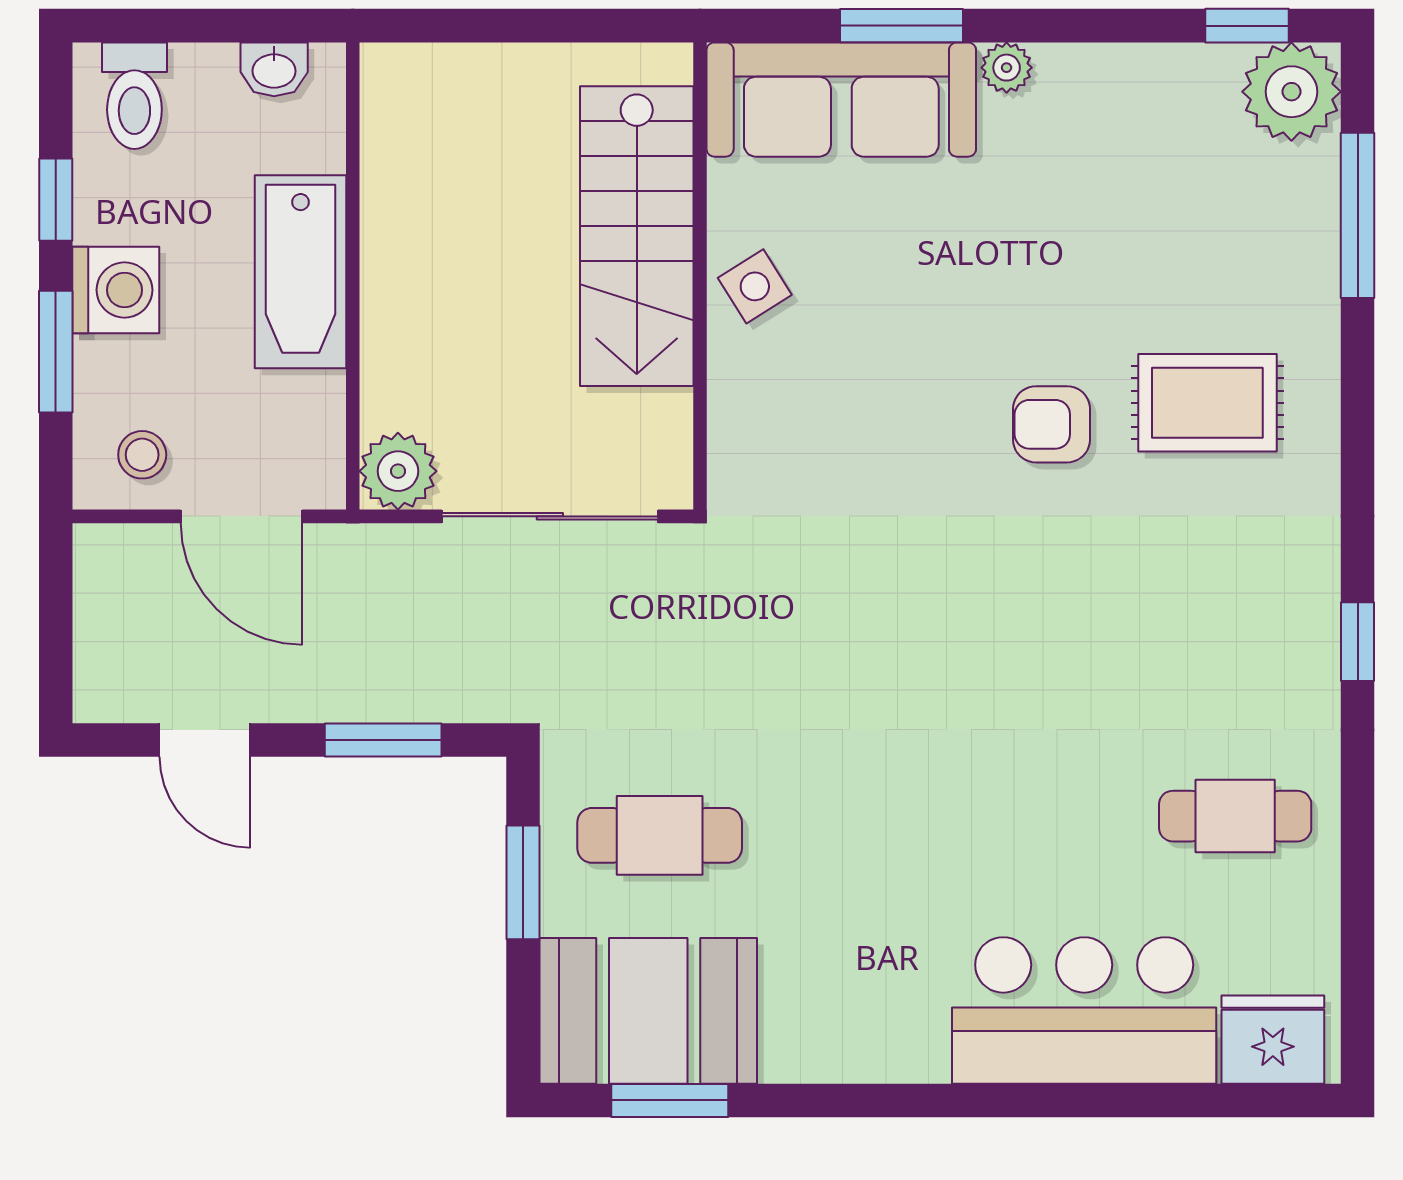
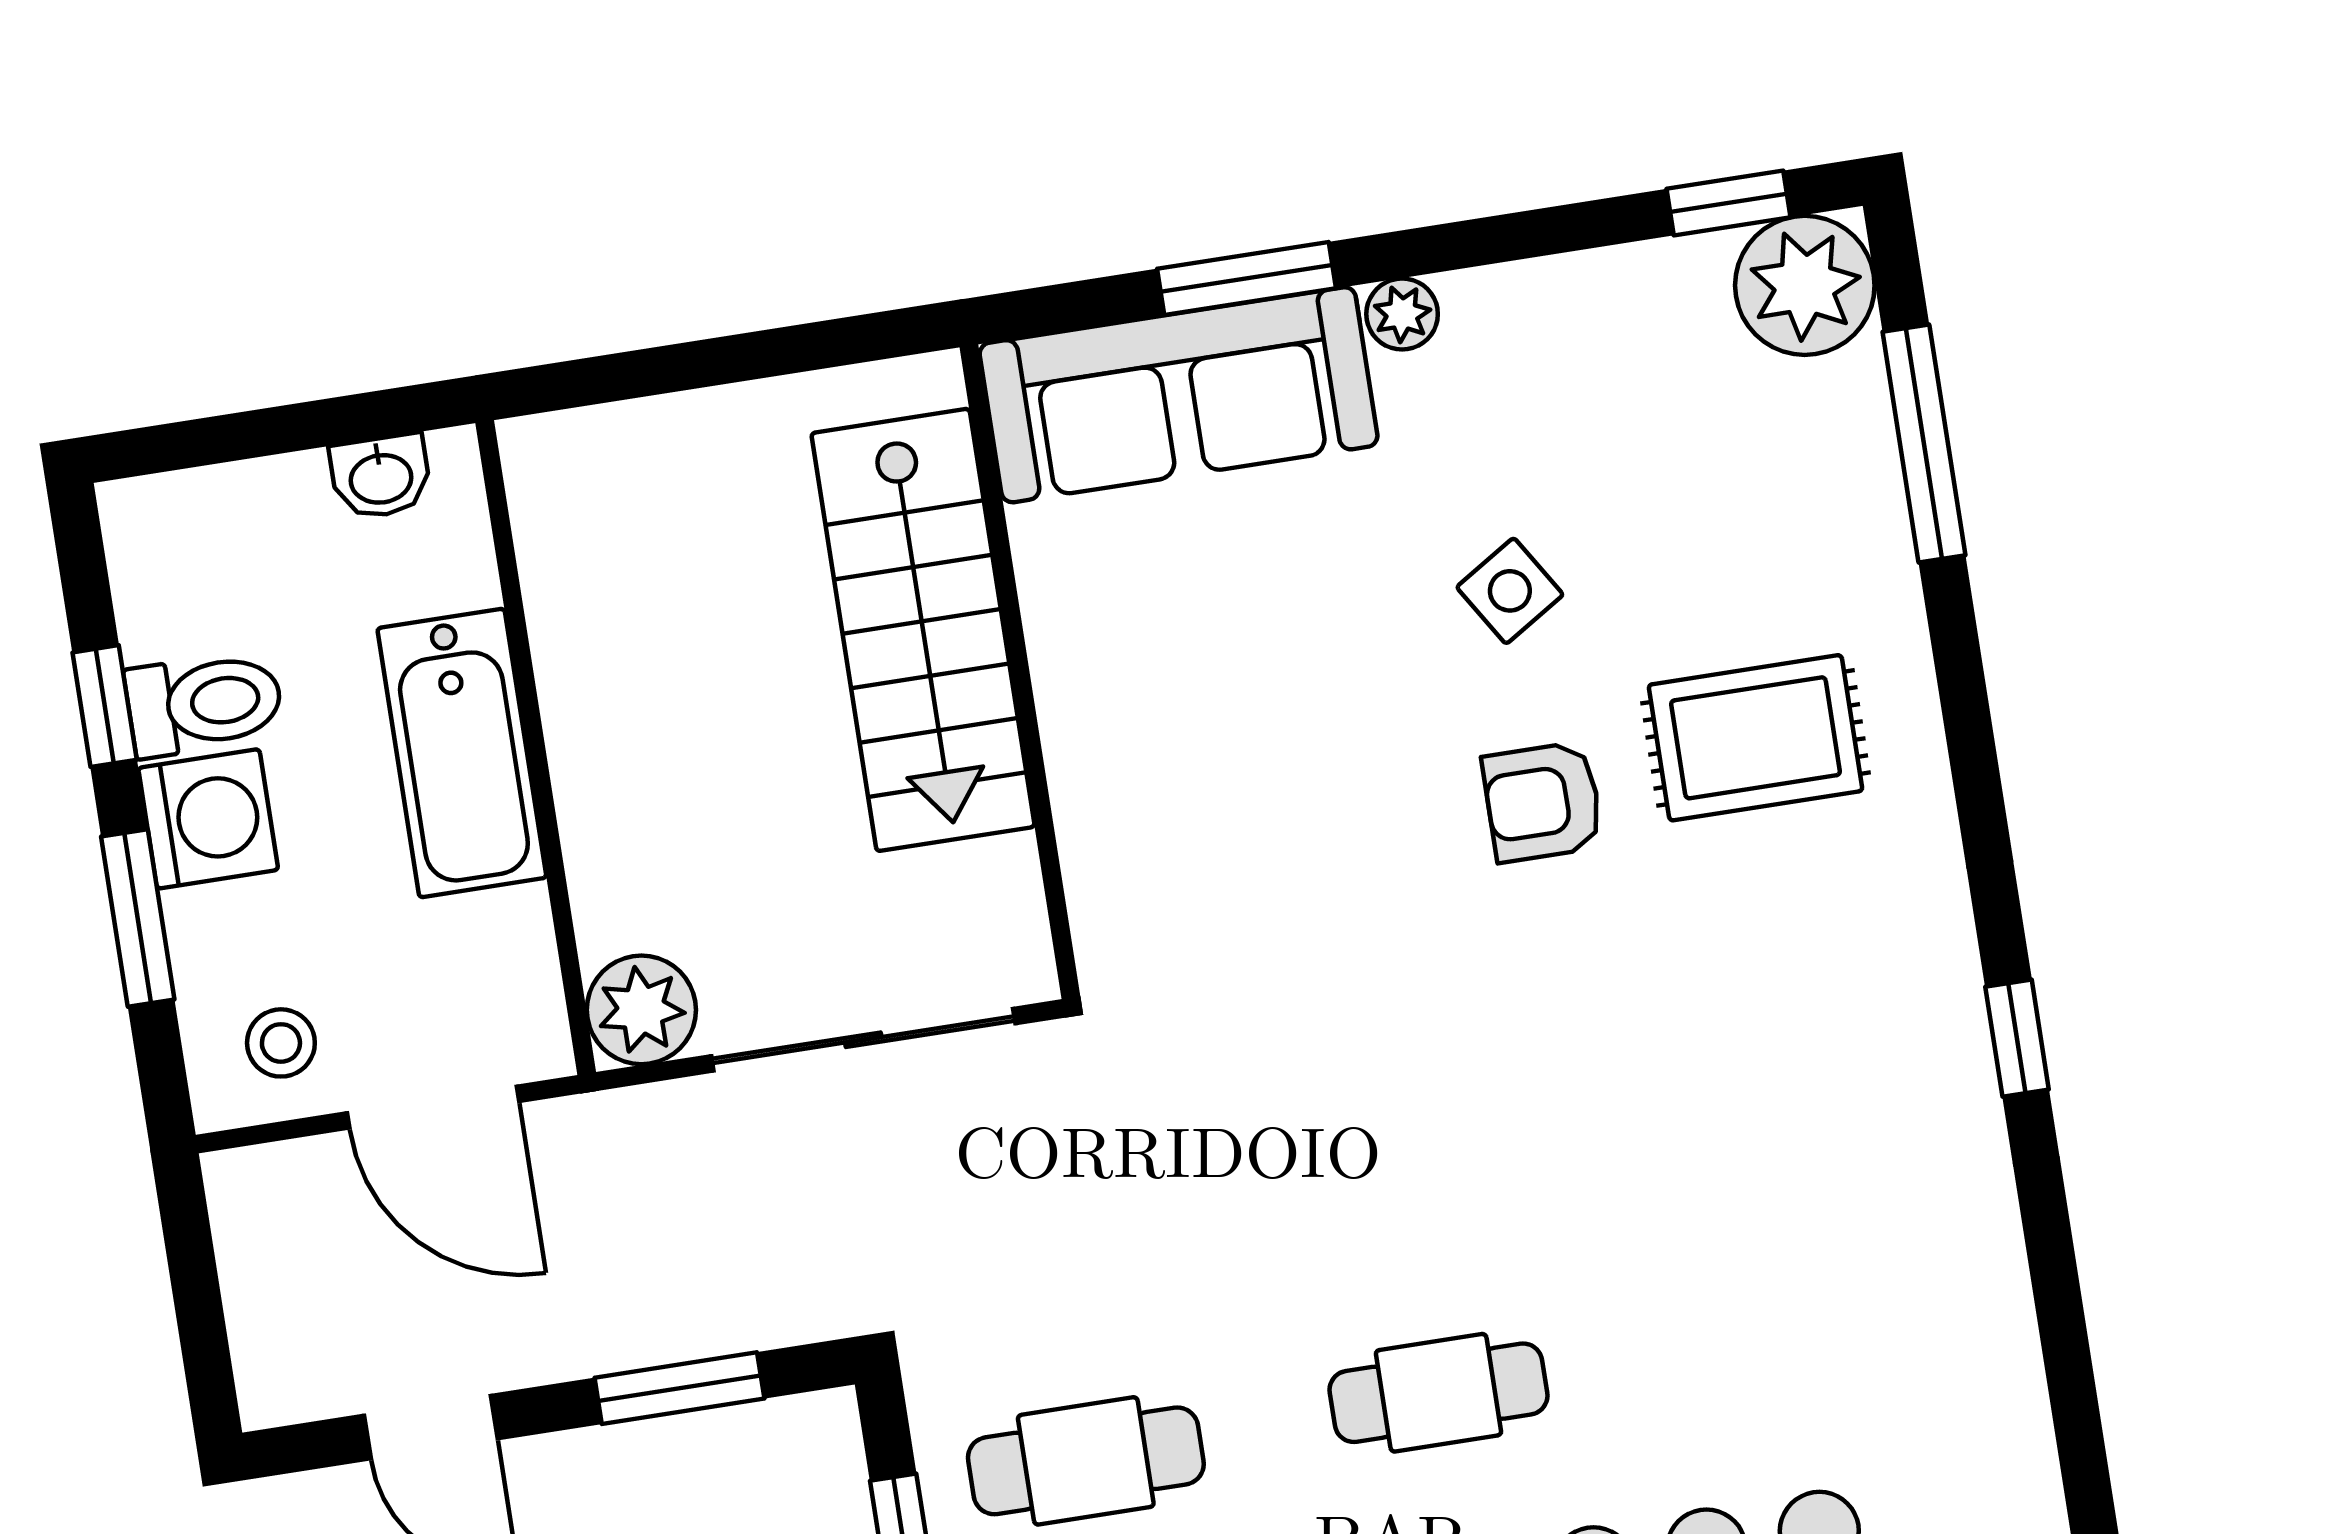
toilet: (134, 96) -> (204, 703), moved, turned -90
side table: (755, 286) -> (1510, 591), moved
cafe table: (1235, 816) -> (1438, 1393), moved

